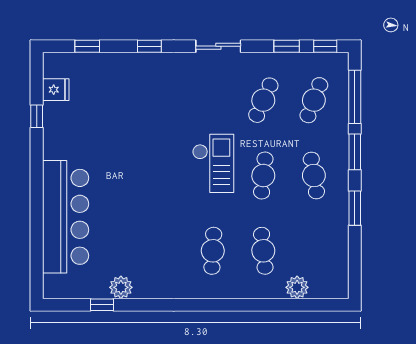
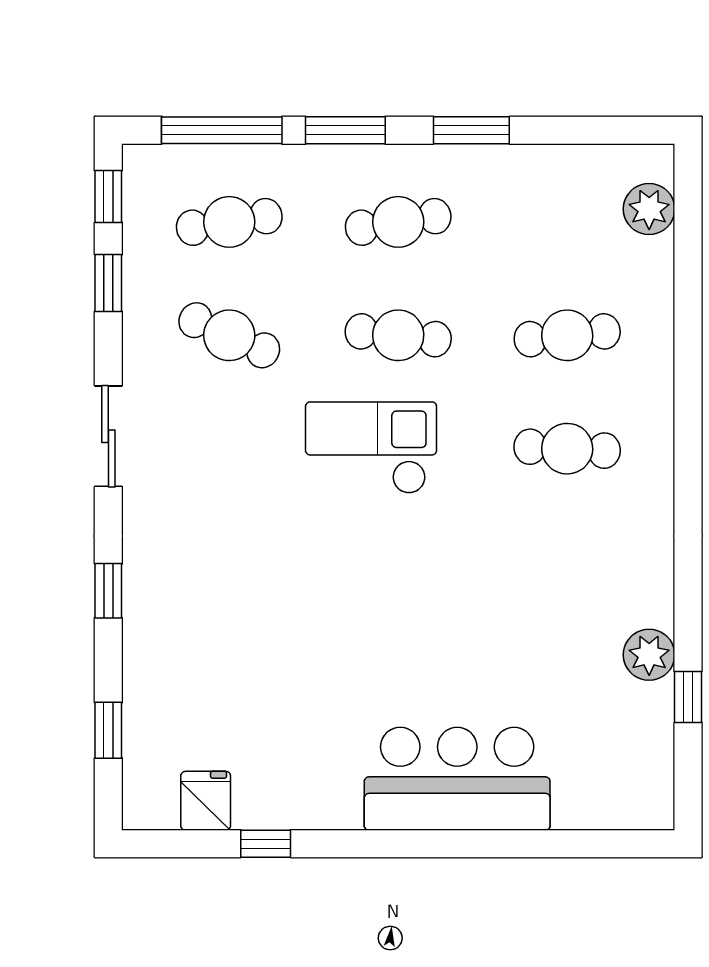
cafe table: (314, 100) -> (229, 222), turned -30
bar counter: (66, 217) -> (457, 779), width x0.73
plant: (297, 287) -> (649, 209), moved

